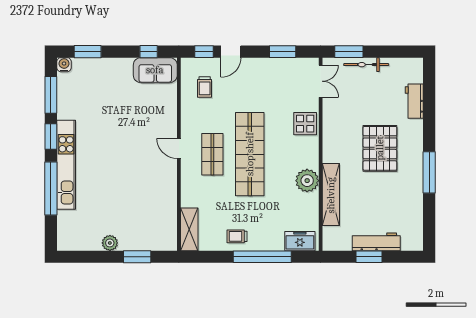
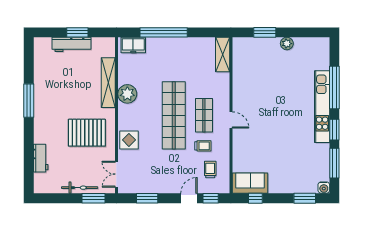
pallet: (380, 148) -> (87, 133), moved, turned 90
trolley: (237, 236) -> (203, 146), moved

